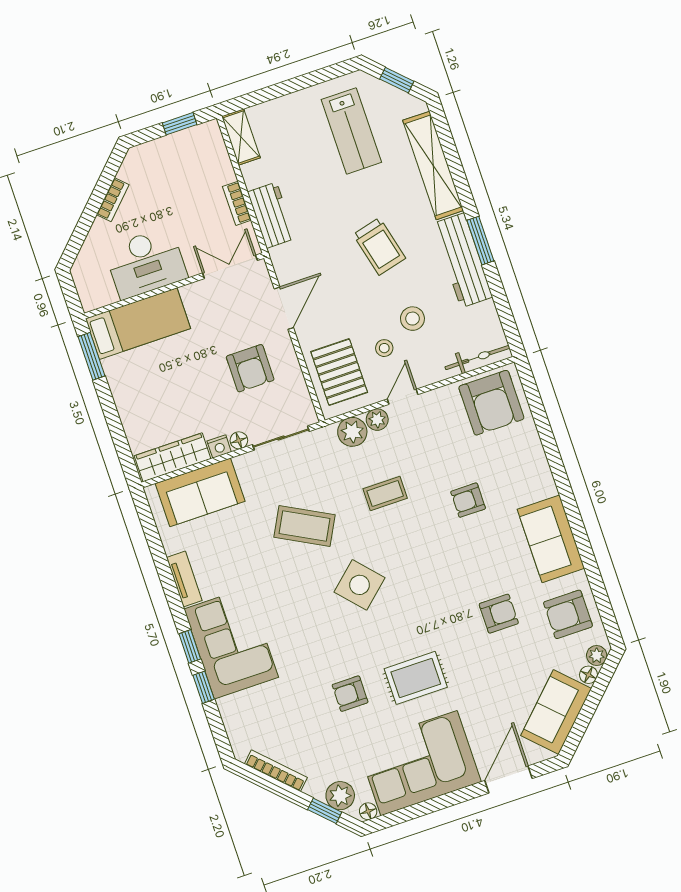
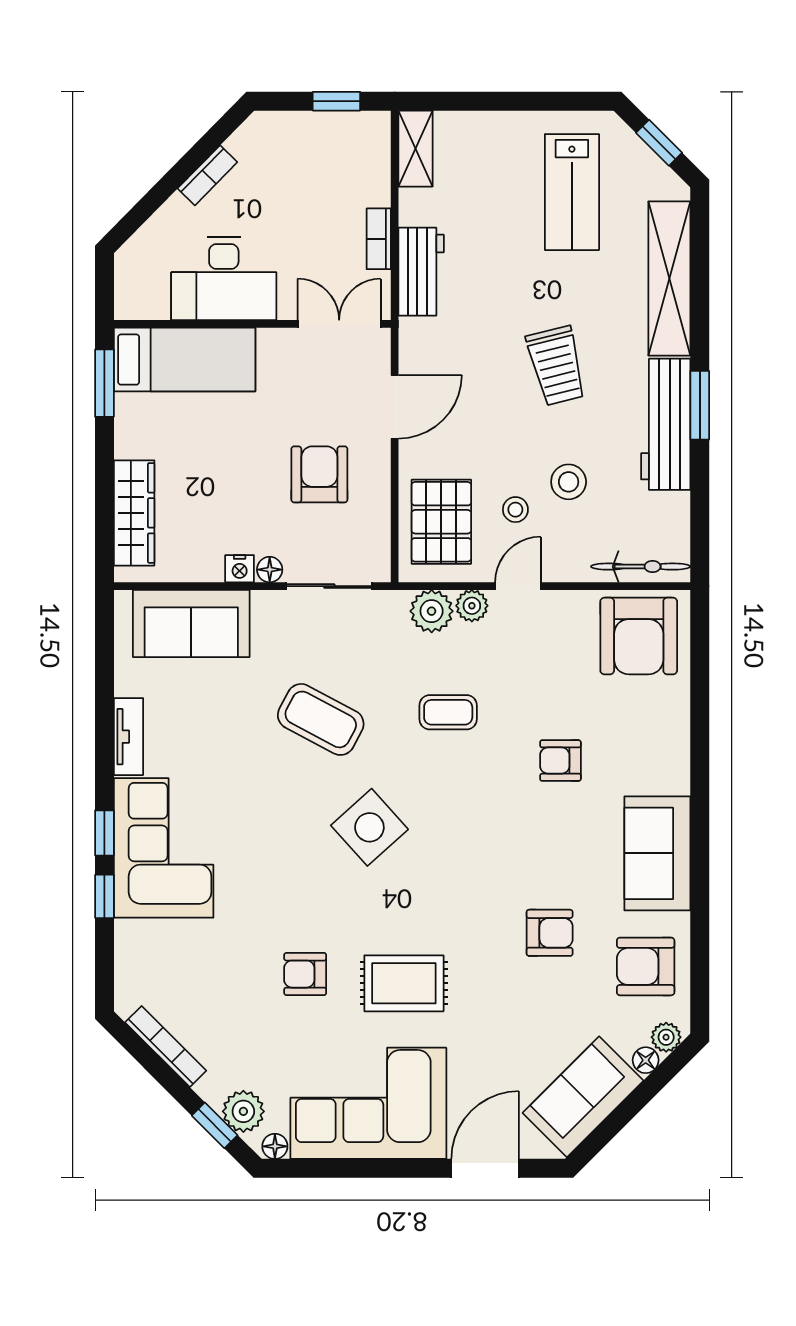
armchair: (250, 368) -> (319, 474), turned 180
wardrobe: (173, 457) -> (134, 513), moved, turned 90

